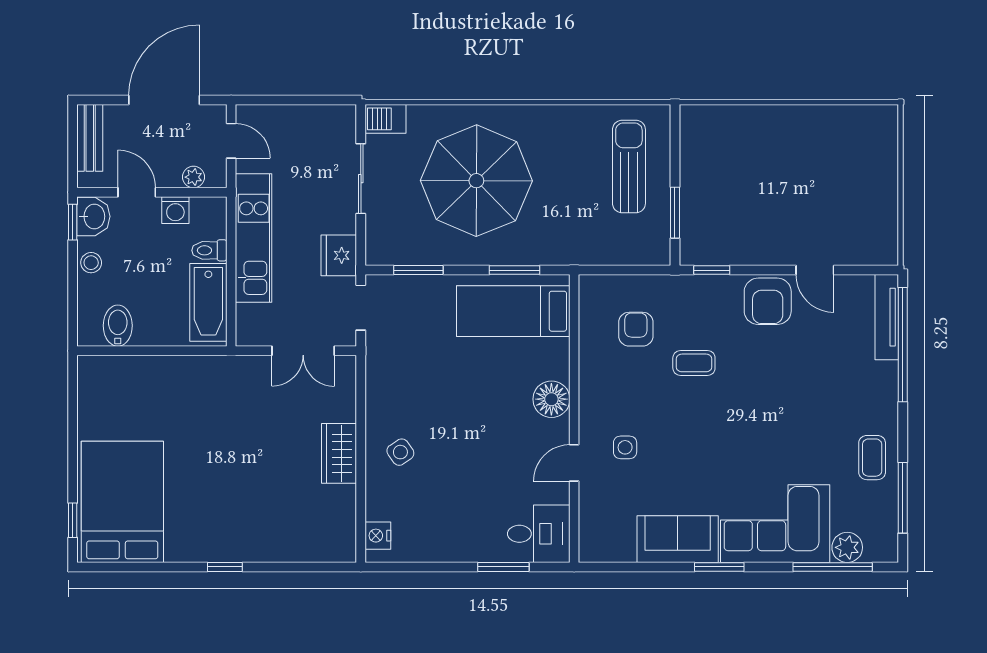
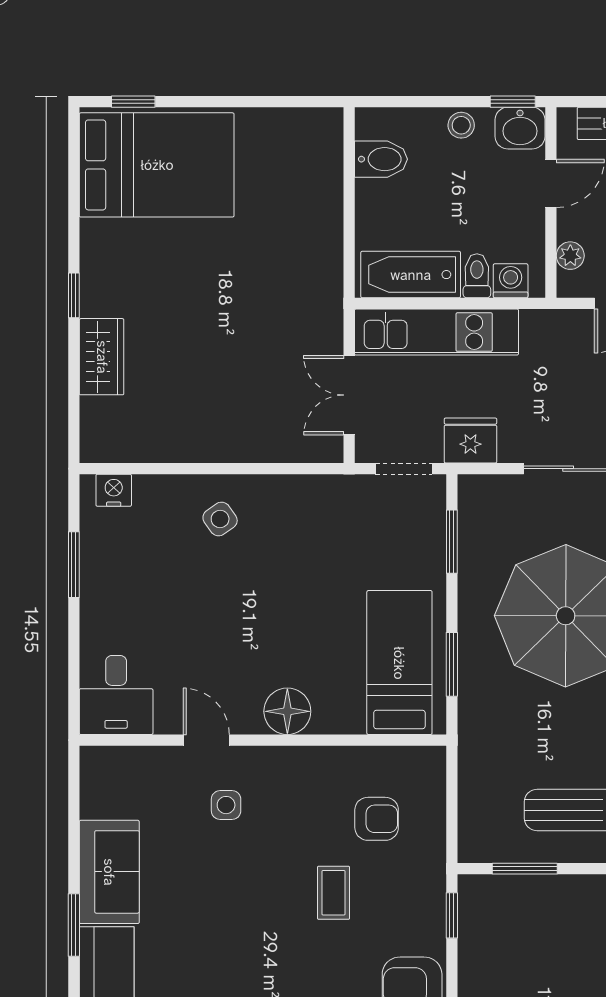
washing machine: (175, 210) -> (511, 281), moved, turned 90
kitchen unit: (254, 238) -> (436, 332), moved
wardrobe: (339, 453) -> (102, 357), moved, turned 90
window: (503, 567) -> (74, 565), moved

